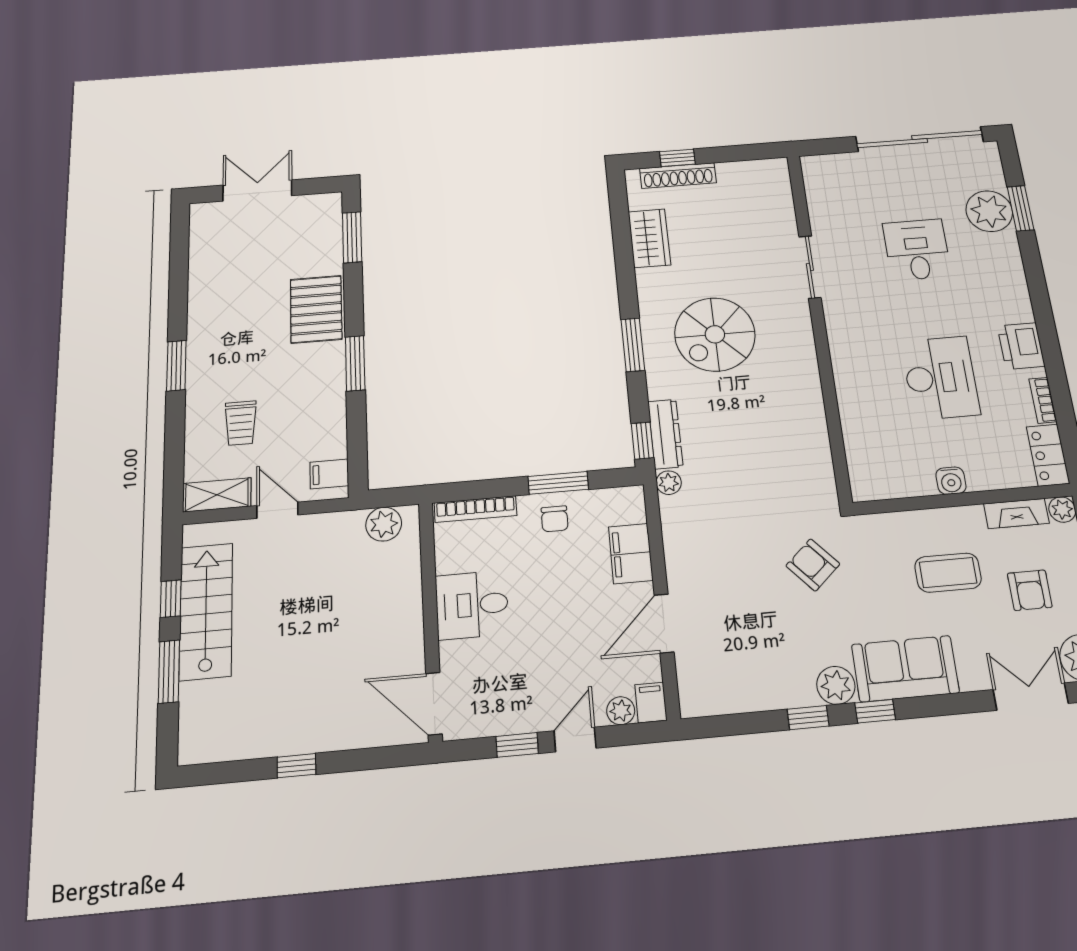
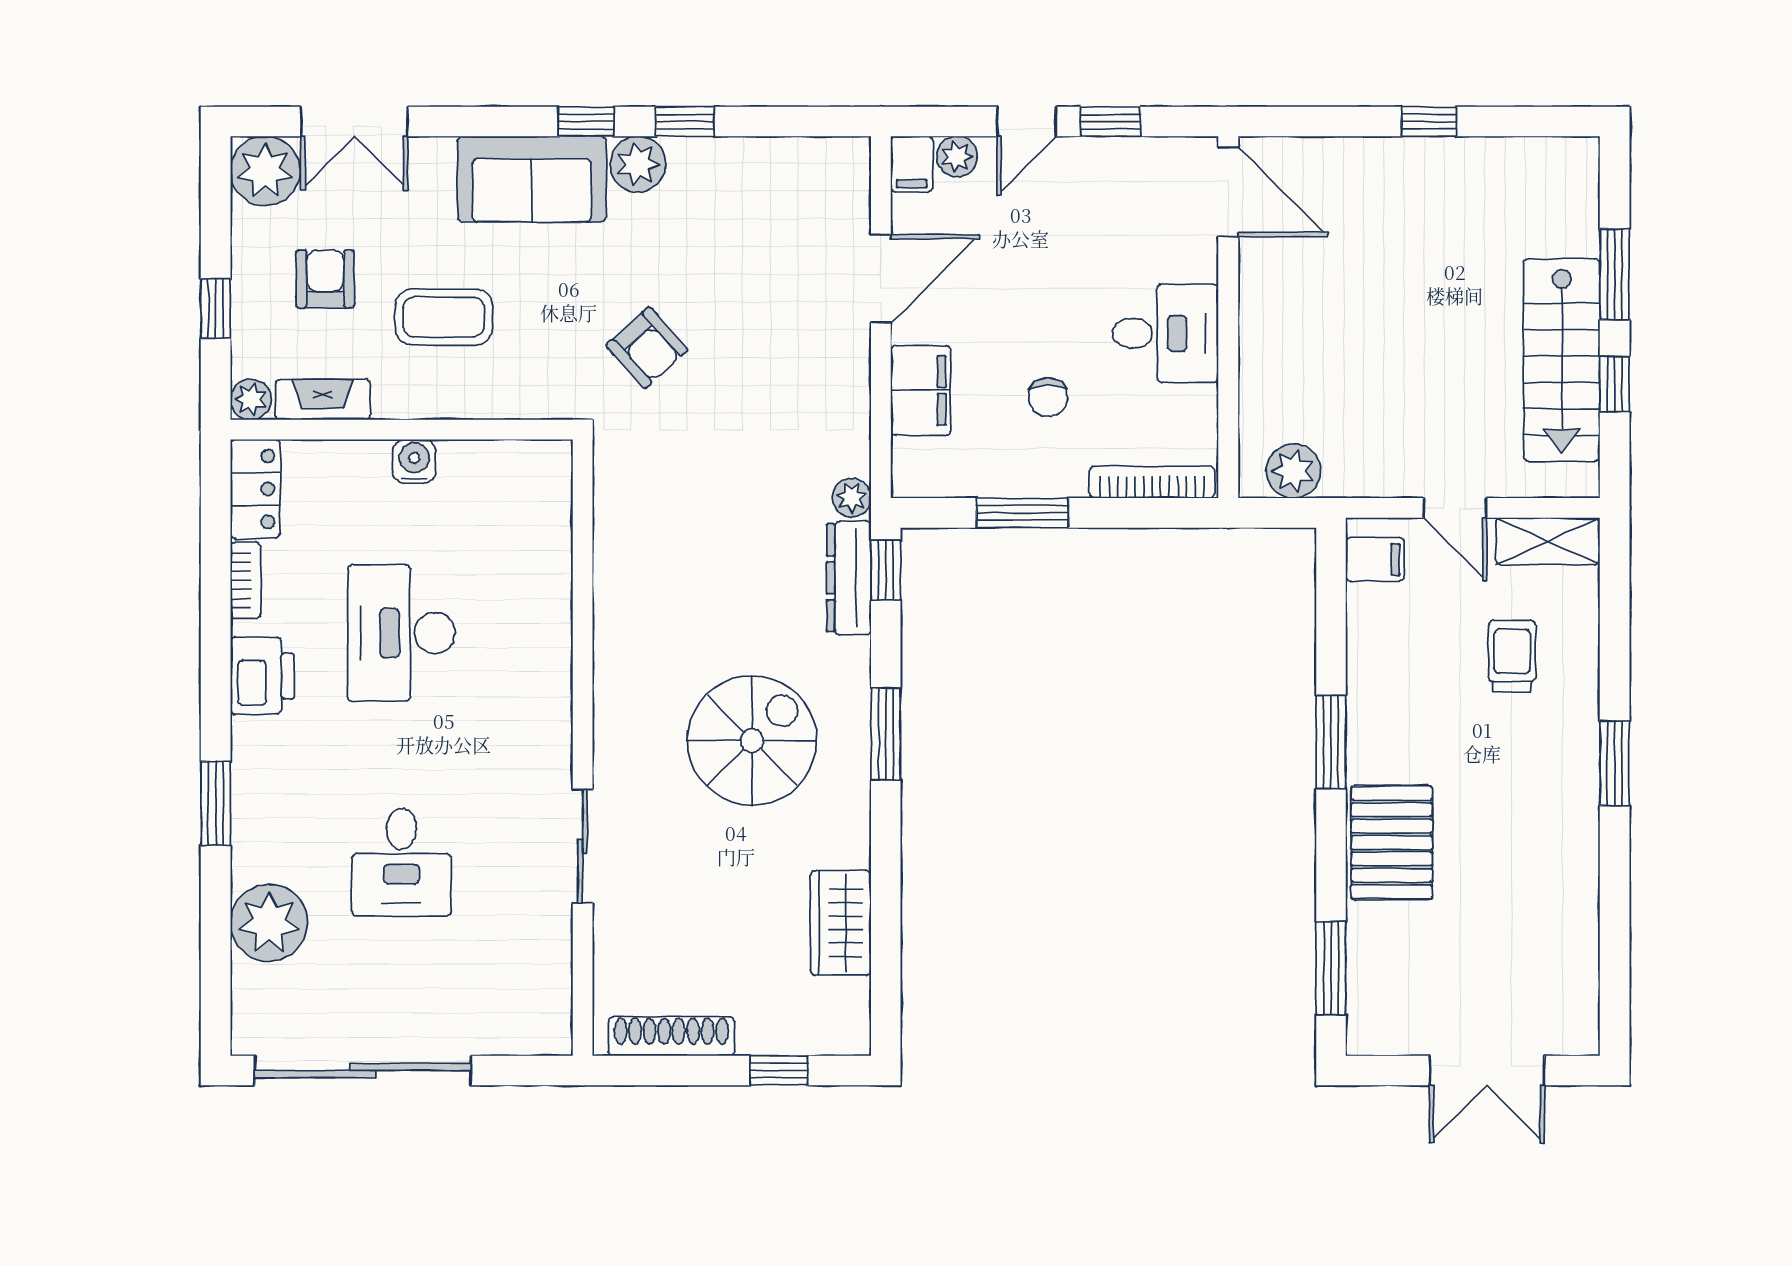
shoe rack: (678, 176) -> (671, 1036), moved
window: (1021, 208) -> (216, 803), moved
chair: (555, 519) -> (1048, 397), moved, turned 180

